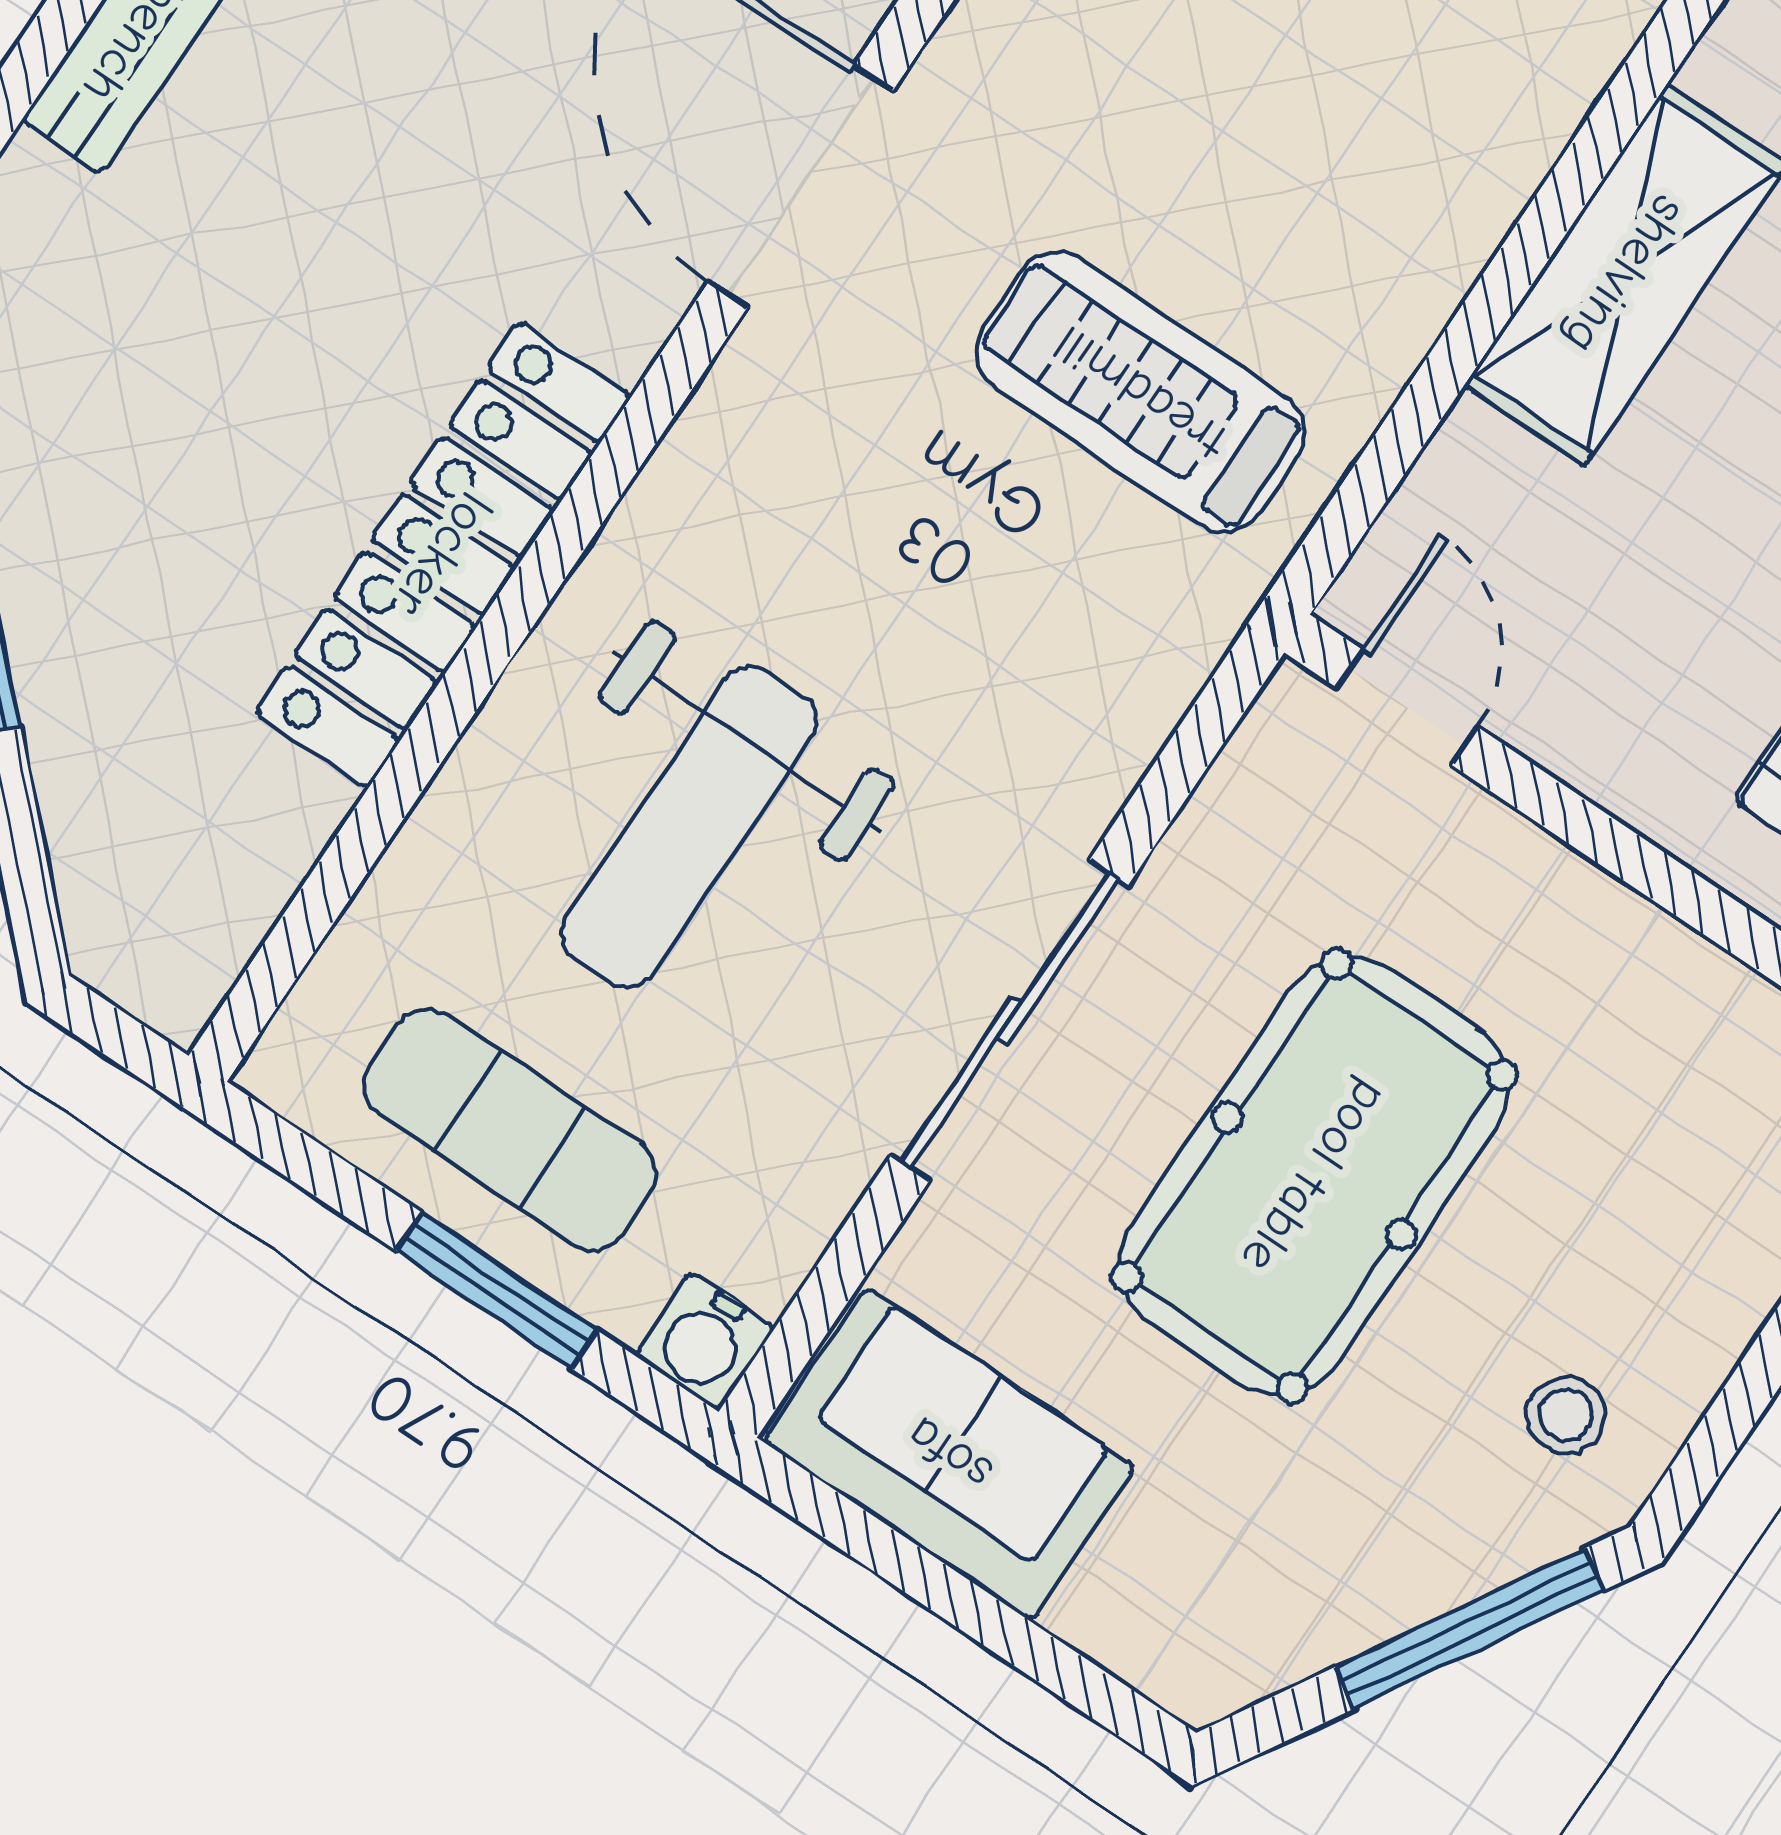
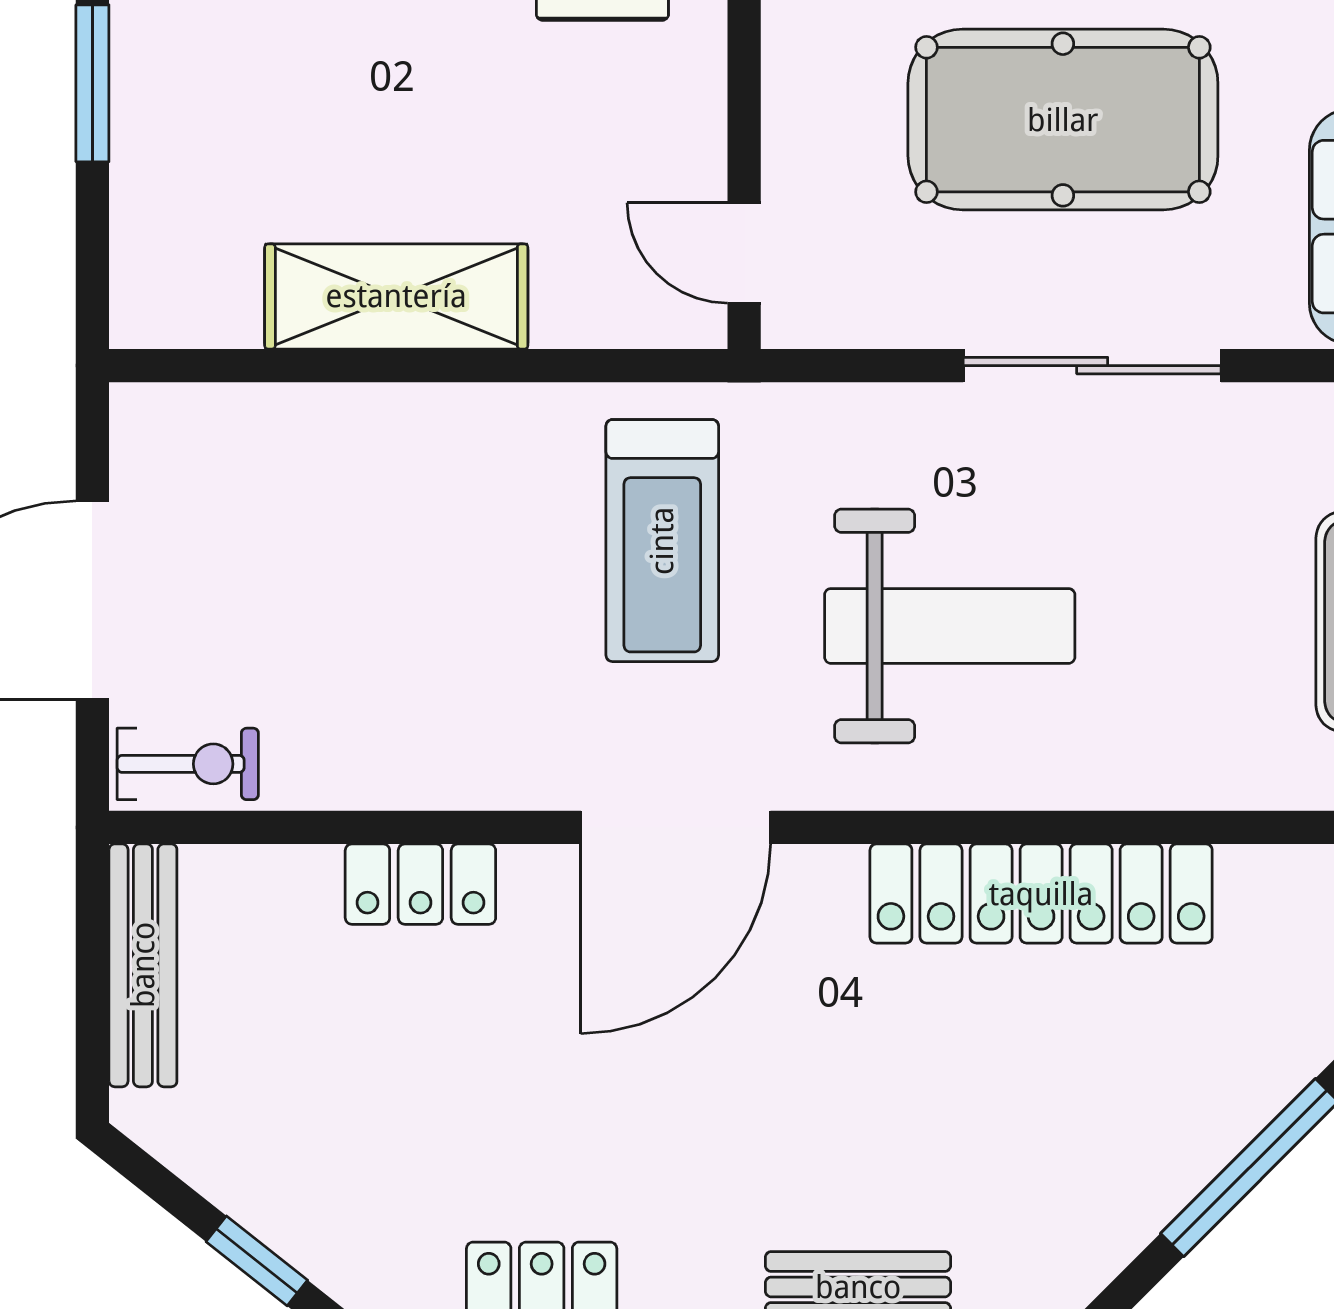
door: (1407, 707) -> (744, 253), hinge flipped
weight bench: (689, 827) -> (950, 626), moved

